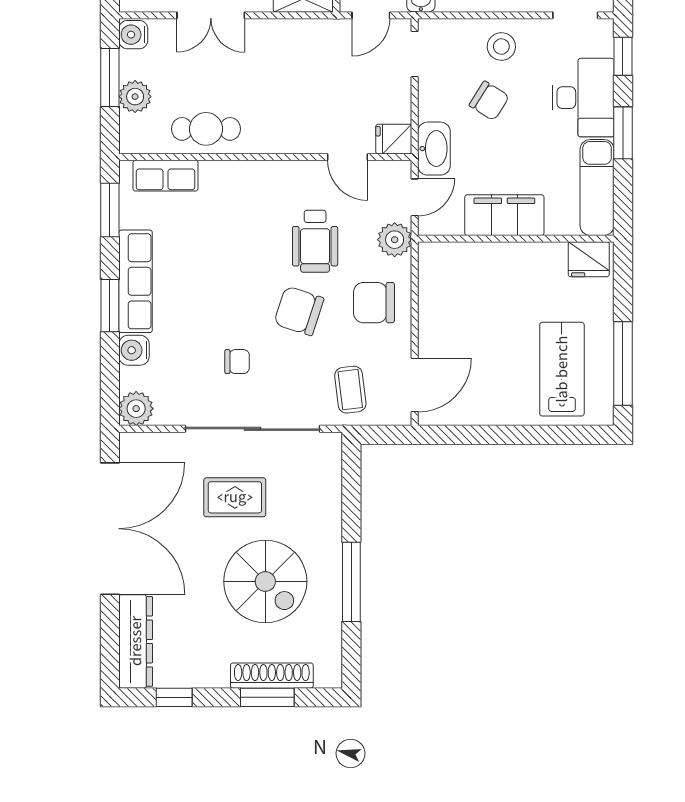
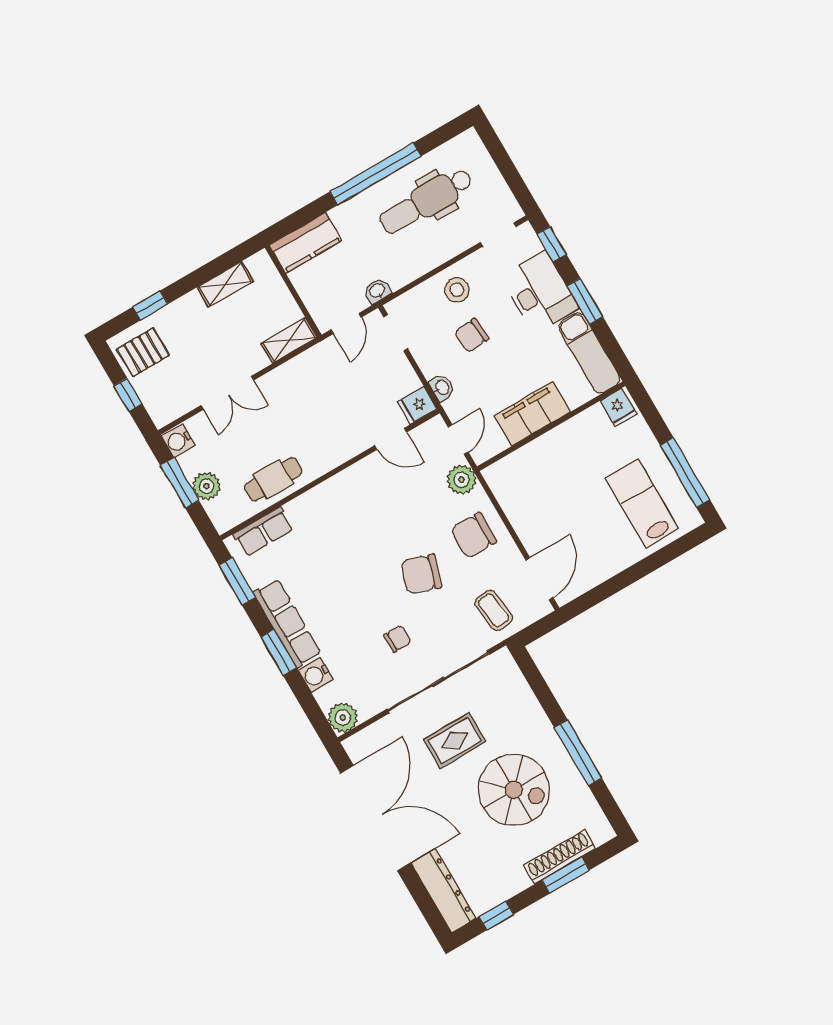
chair: (489, 101) -> (471, 335), turned 144
washbasin: (434, 149) -> (442, 388), width x0.52, depth x0.69
wheelchair: (315, 241) -> (403, 515), removed
fridge: (589, 259) -> (618, 407), width x0.72

